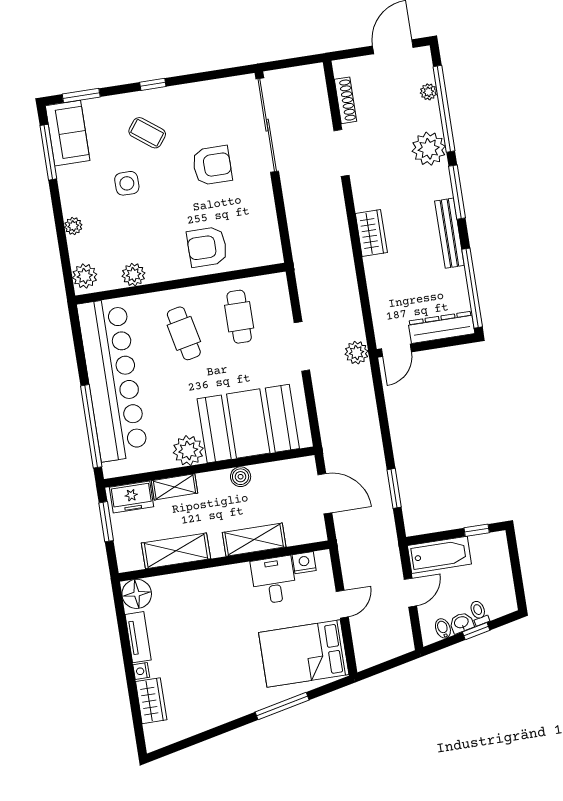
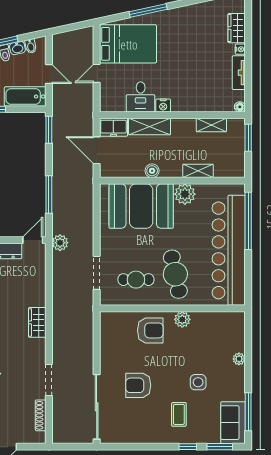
window: (153, 84) -> (188, 447), moved
coffee table: (147, 133) -> (179, 414), turned 53
plant: (133, 275) -> (182, 319), moved
plant: (85, 276) -> (237, 324), removed
cafe table: (239, 317) -> (136, 280), turned 90
cafe table: (184, 333) -> (175, 274), width x1.37, depth x1.35
doorway: (302, 346) -> (97, 273), moved
window: (383, 419) -> (49, 194), added
window: (394, 488) -> (49, 130), moved
freezer: (132, 497) -> (113, 127), moved, turned 180
window: (106, 522) -> (248, 138), moved
shelving: (176, 551) -> (211, 125), width x0.67, depth x0.75
nightstand: (304, 563) -> (163, 106), moved
door: (410, 593) -> (49, 74), swing flipped
floor lamp: (137, 594) -> (240, 107), width x0.53, depth x0.53

